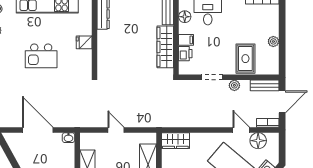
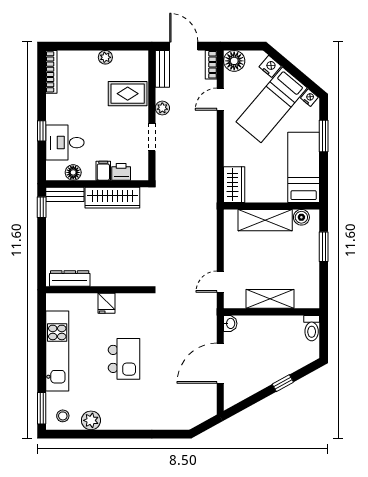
door: (116, 130) -> (220, 282), moved
floor lamp: (258, 141) -> (234, 61), moved

